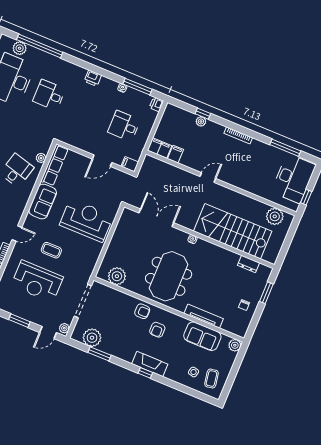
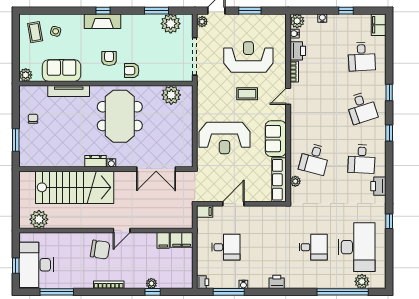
chair: (233, 169) -> (100, 250), added
window: (306, 197) -> (16, 266), moved
dresser: (249, 264) -> (95, 161), moved

